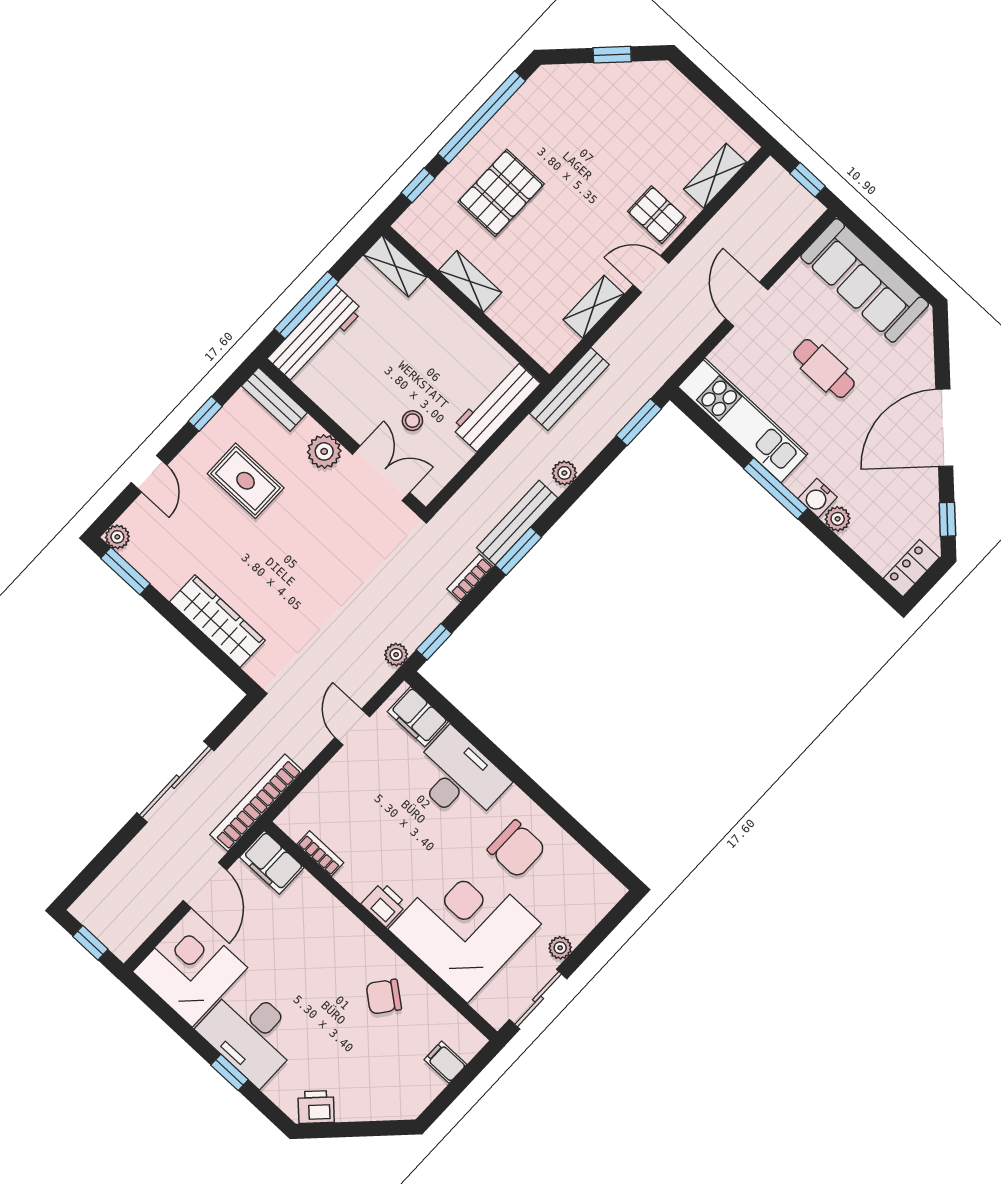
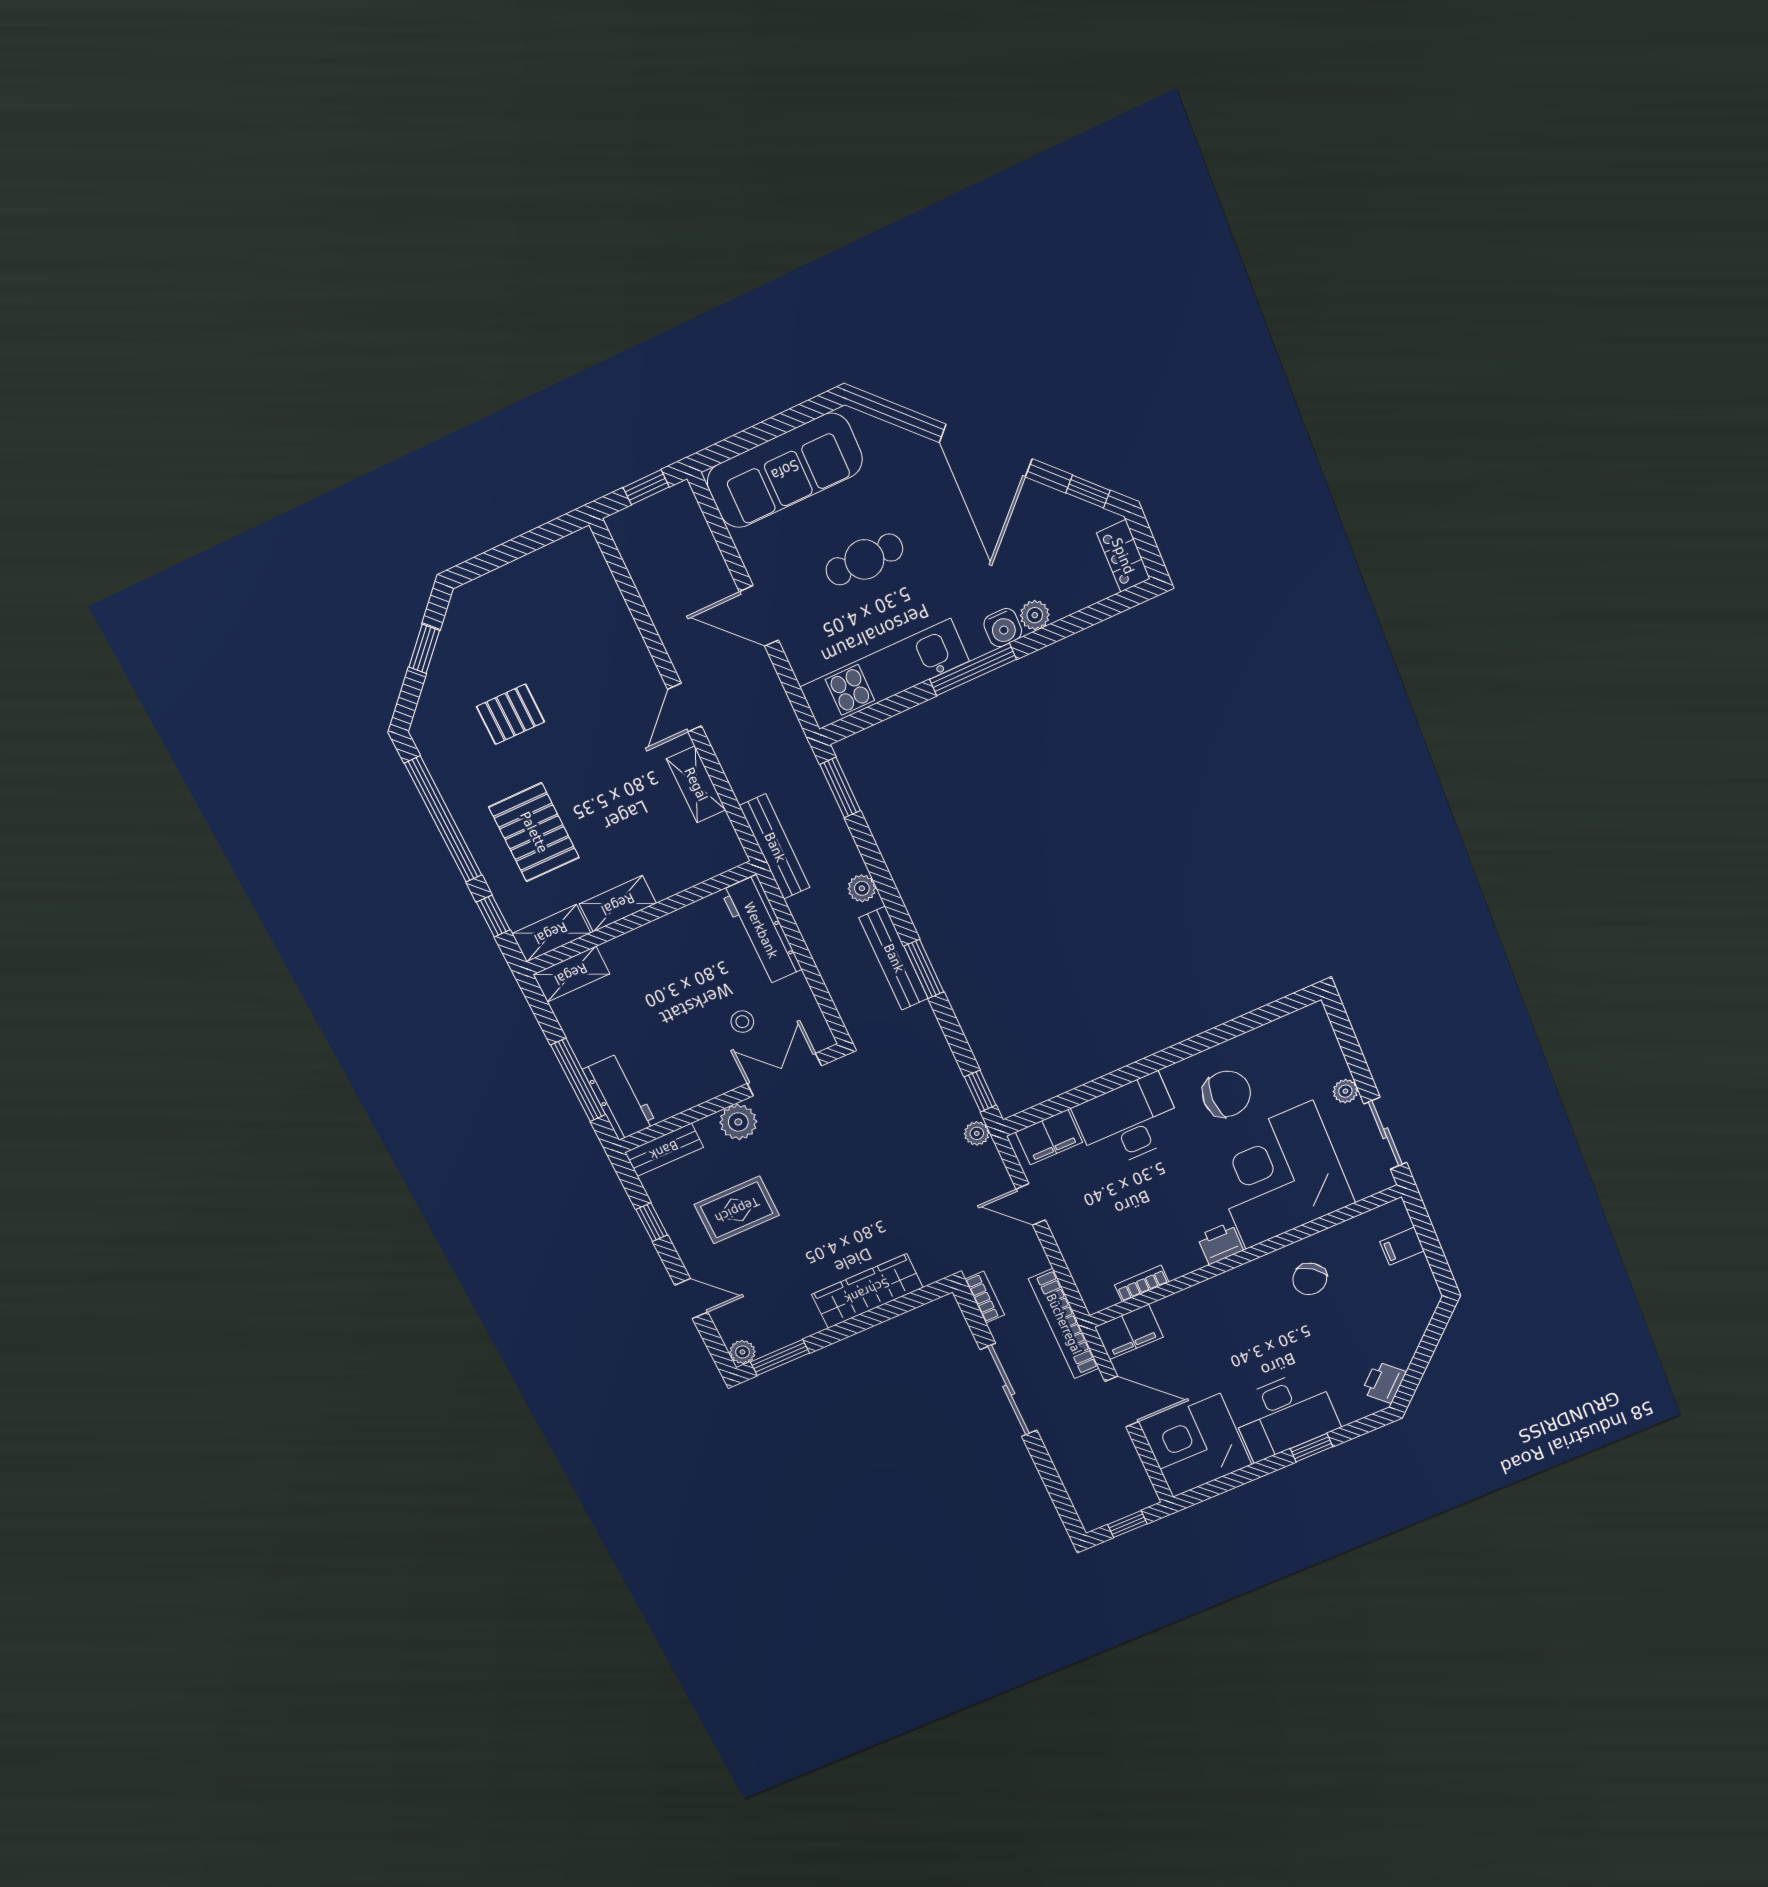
shelving: (715, 176) -> (551, 933), moved, turned 90
pallet: (657, 215) -> (510, 714), moved
workbench: (315, 335) -> (619, 1097), width x0.73
bookcase: (470, 578) -> (985, 1297), moved, turned 180

